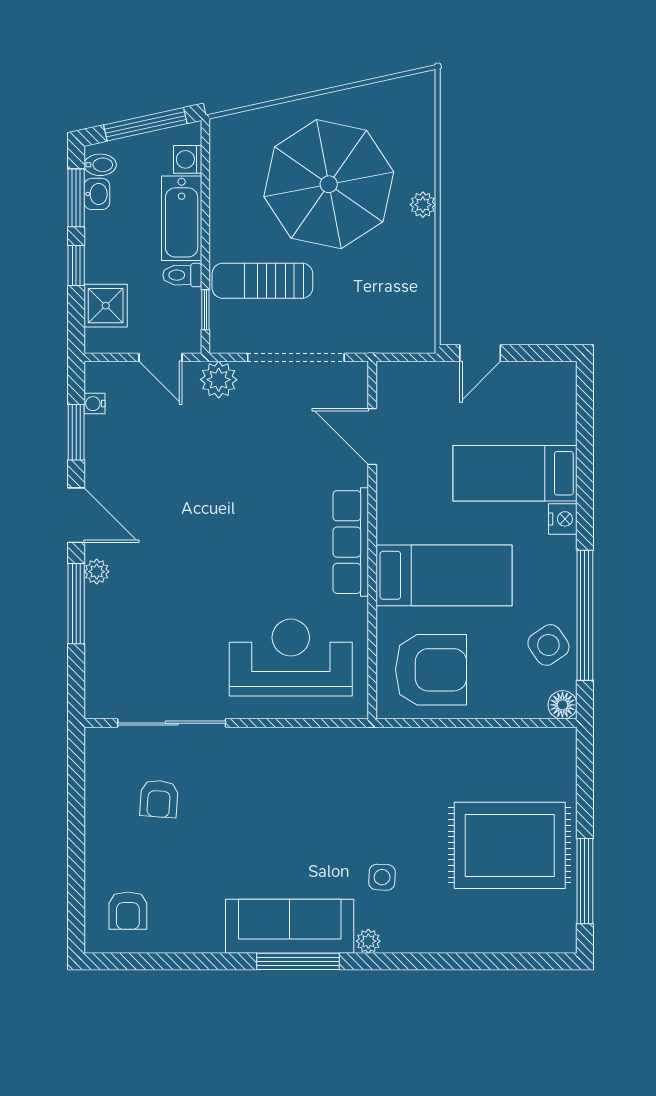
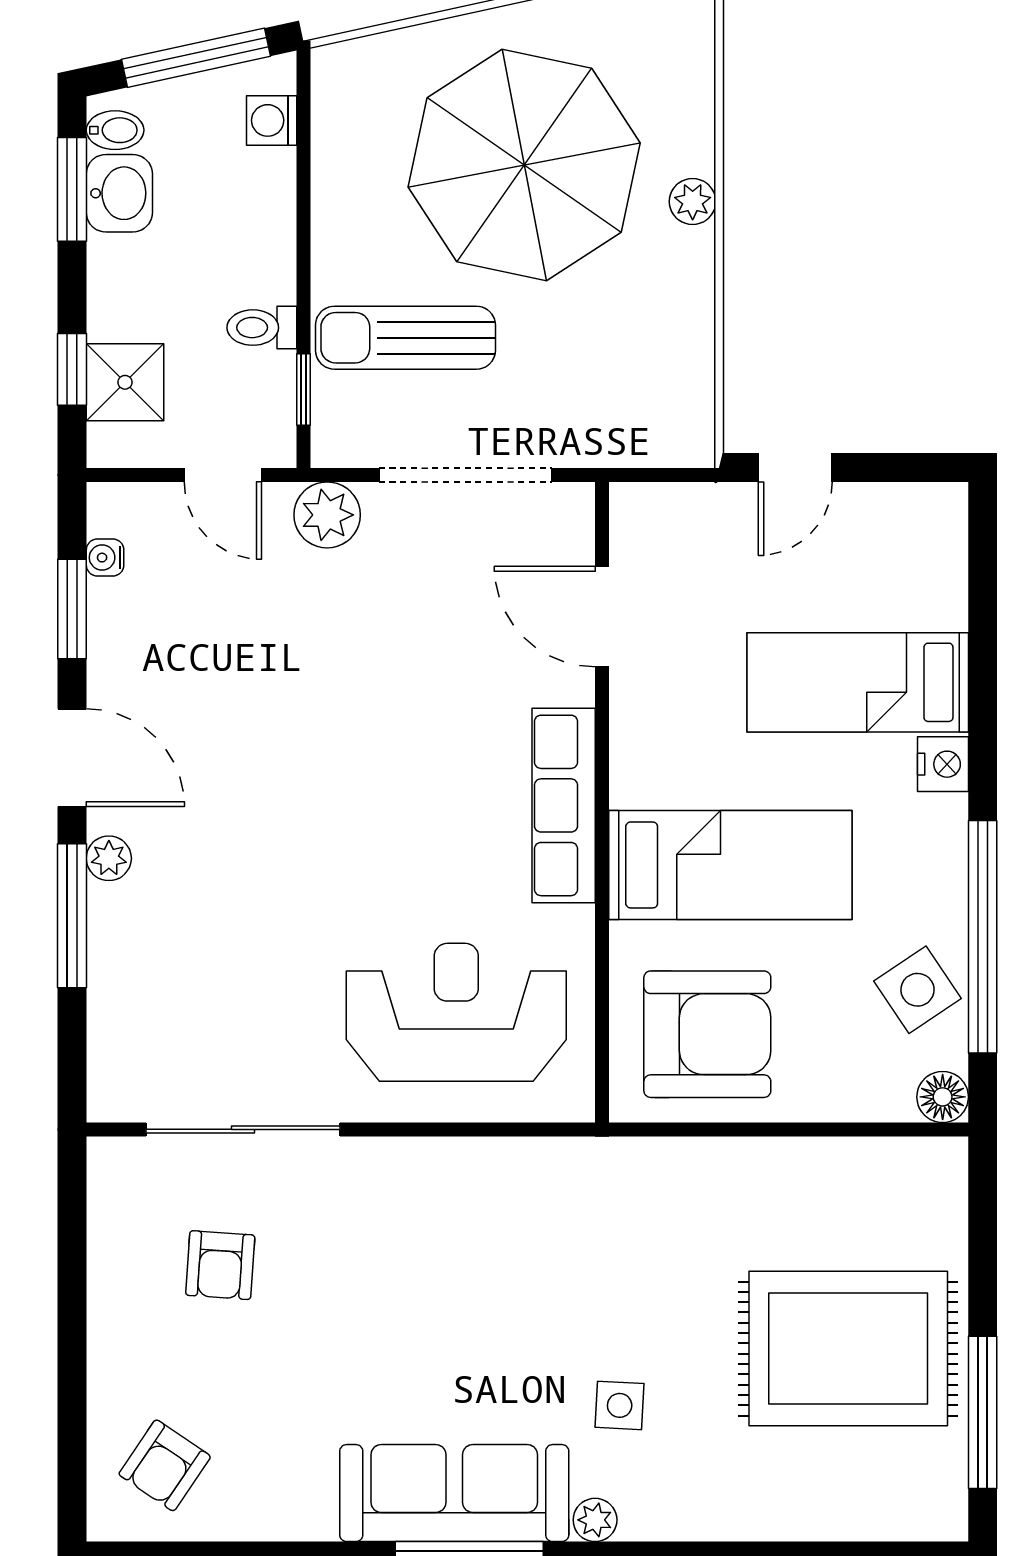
washbasin: (97, 194) -> (119, 193), width x1.38, depth x1.45
bathtub: (182, 218) -> (261, 226), removed
window: (76, 265) -> (72, 369), moved
armchair: (128, 911) -> (165, 1465), turned 34

